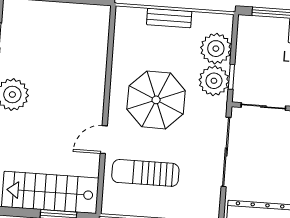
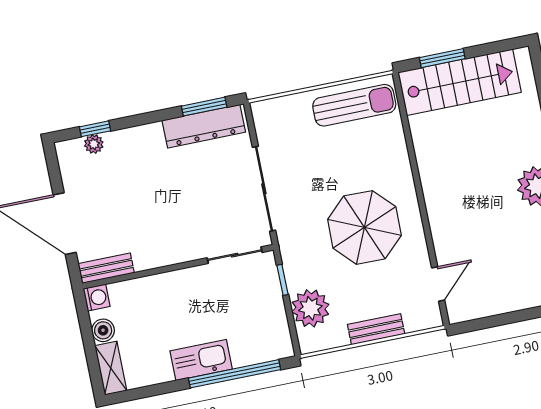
plant: (214, 81) -> (302, 269), removed
door: (104, 140) -> (438, 284), moved
sun lounger: (145, 173) -> (354, 105), moved

